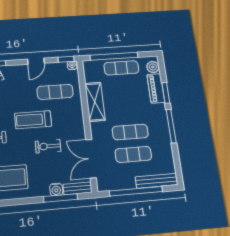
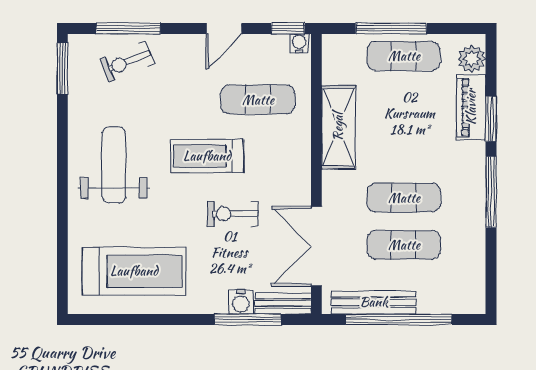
window: (114, 56) -> (391, 28), width x0.68
bench: (157, 181) -> (374, 302), moved

